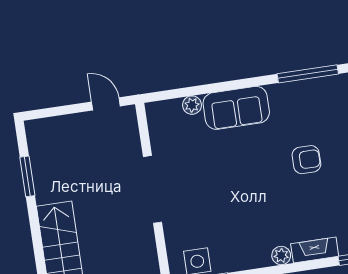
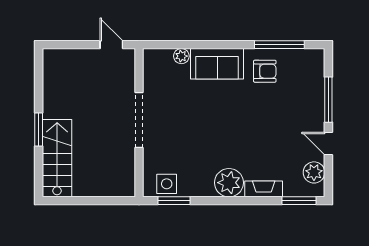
armchair: (306, 160) -> (265, 71), moved
window: (27, 176) -> (39, 130), moved
plant: (281, 255) -> (229, 183), width x1.87, depth x1.87

